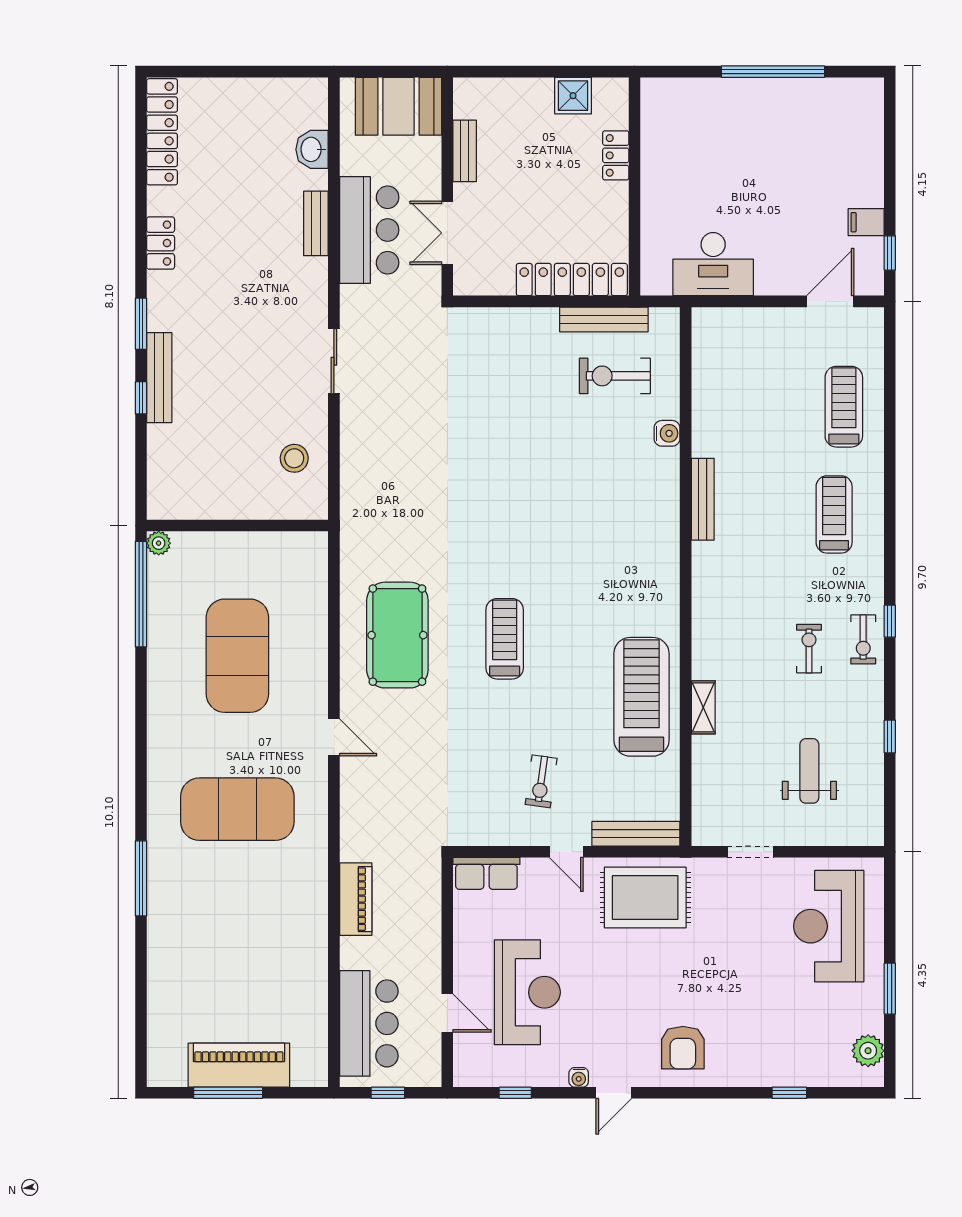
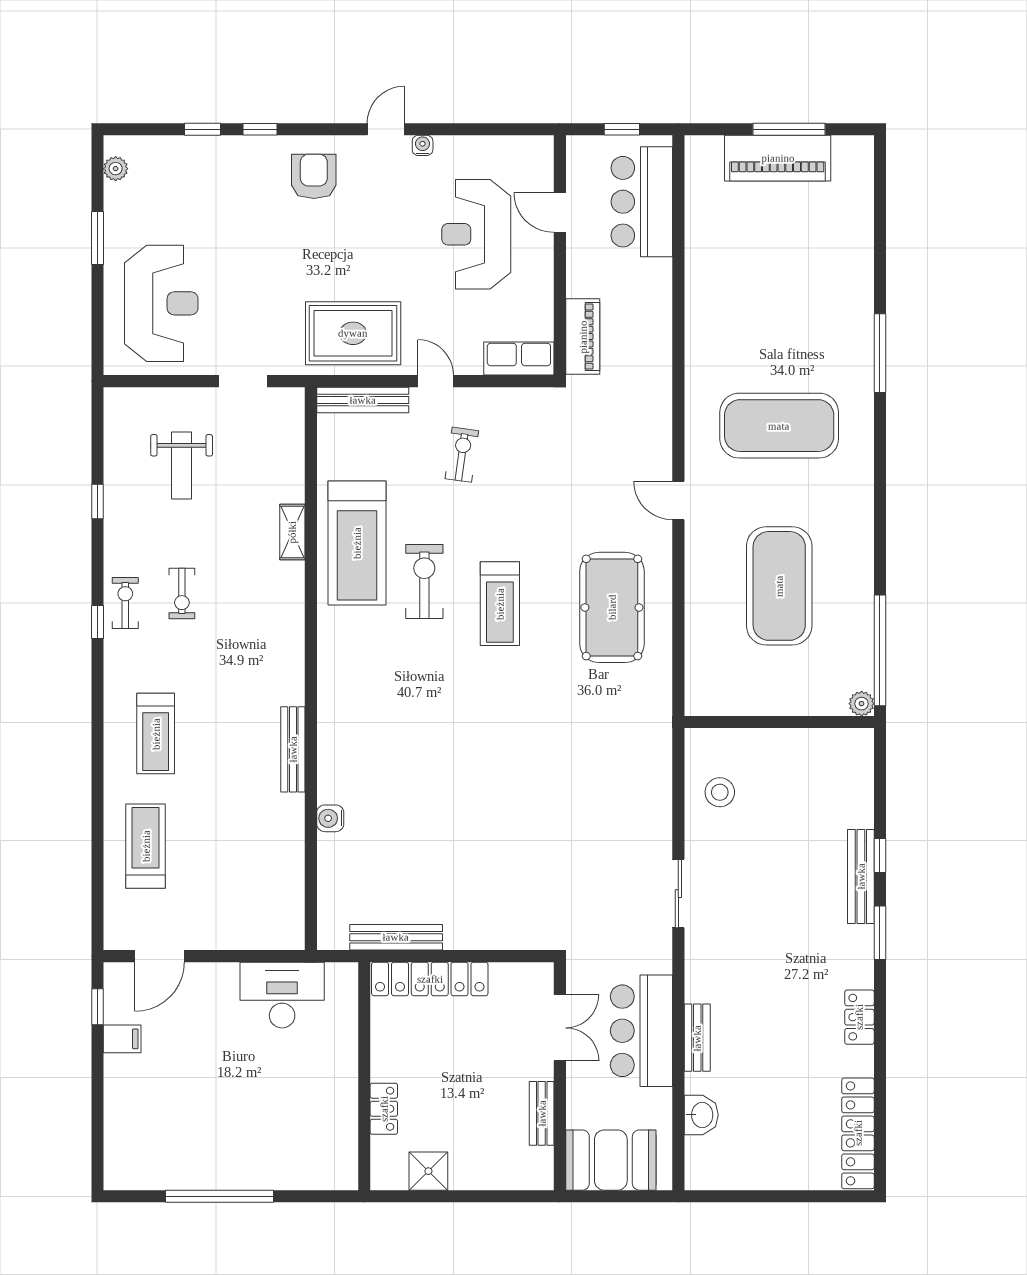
exercise bike: (615, 376) -> (424, 581), moved, turned -90
treadmill: (844, 407) -> (146, 846), turned 180
piano: (356, 899) -> (583, 337), moved, turned 180
plant: (868, 1051) -> (116, 169), width x0.73, depth x0.73
window: (515, 1093) -> (260, 129), moved

